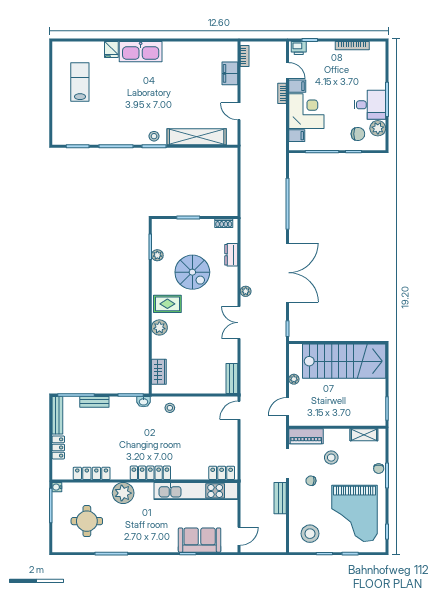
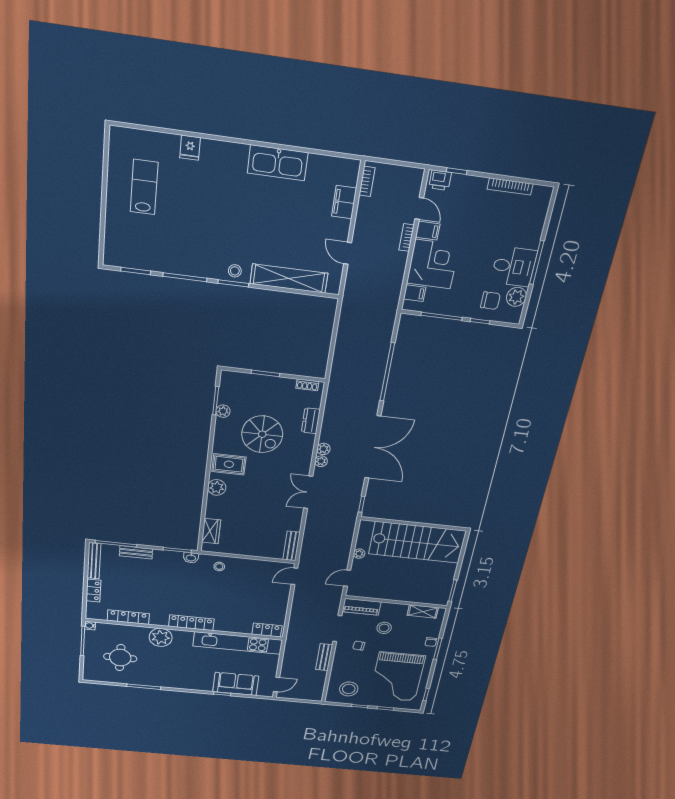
kitchen sink: (141, 52) -> (278, 163), moved
plant: (246, 279) -> (323, 449), added

